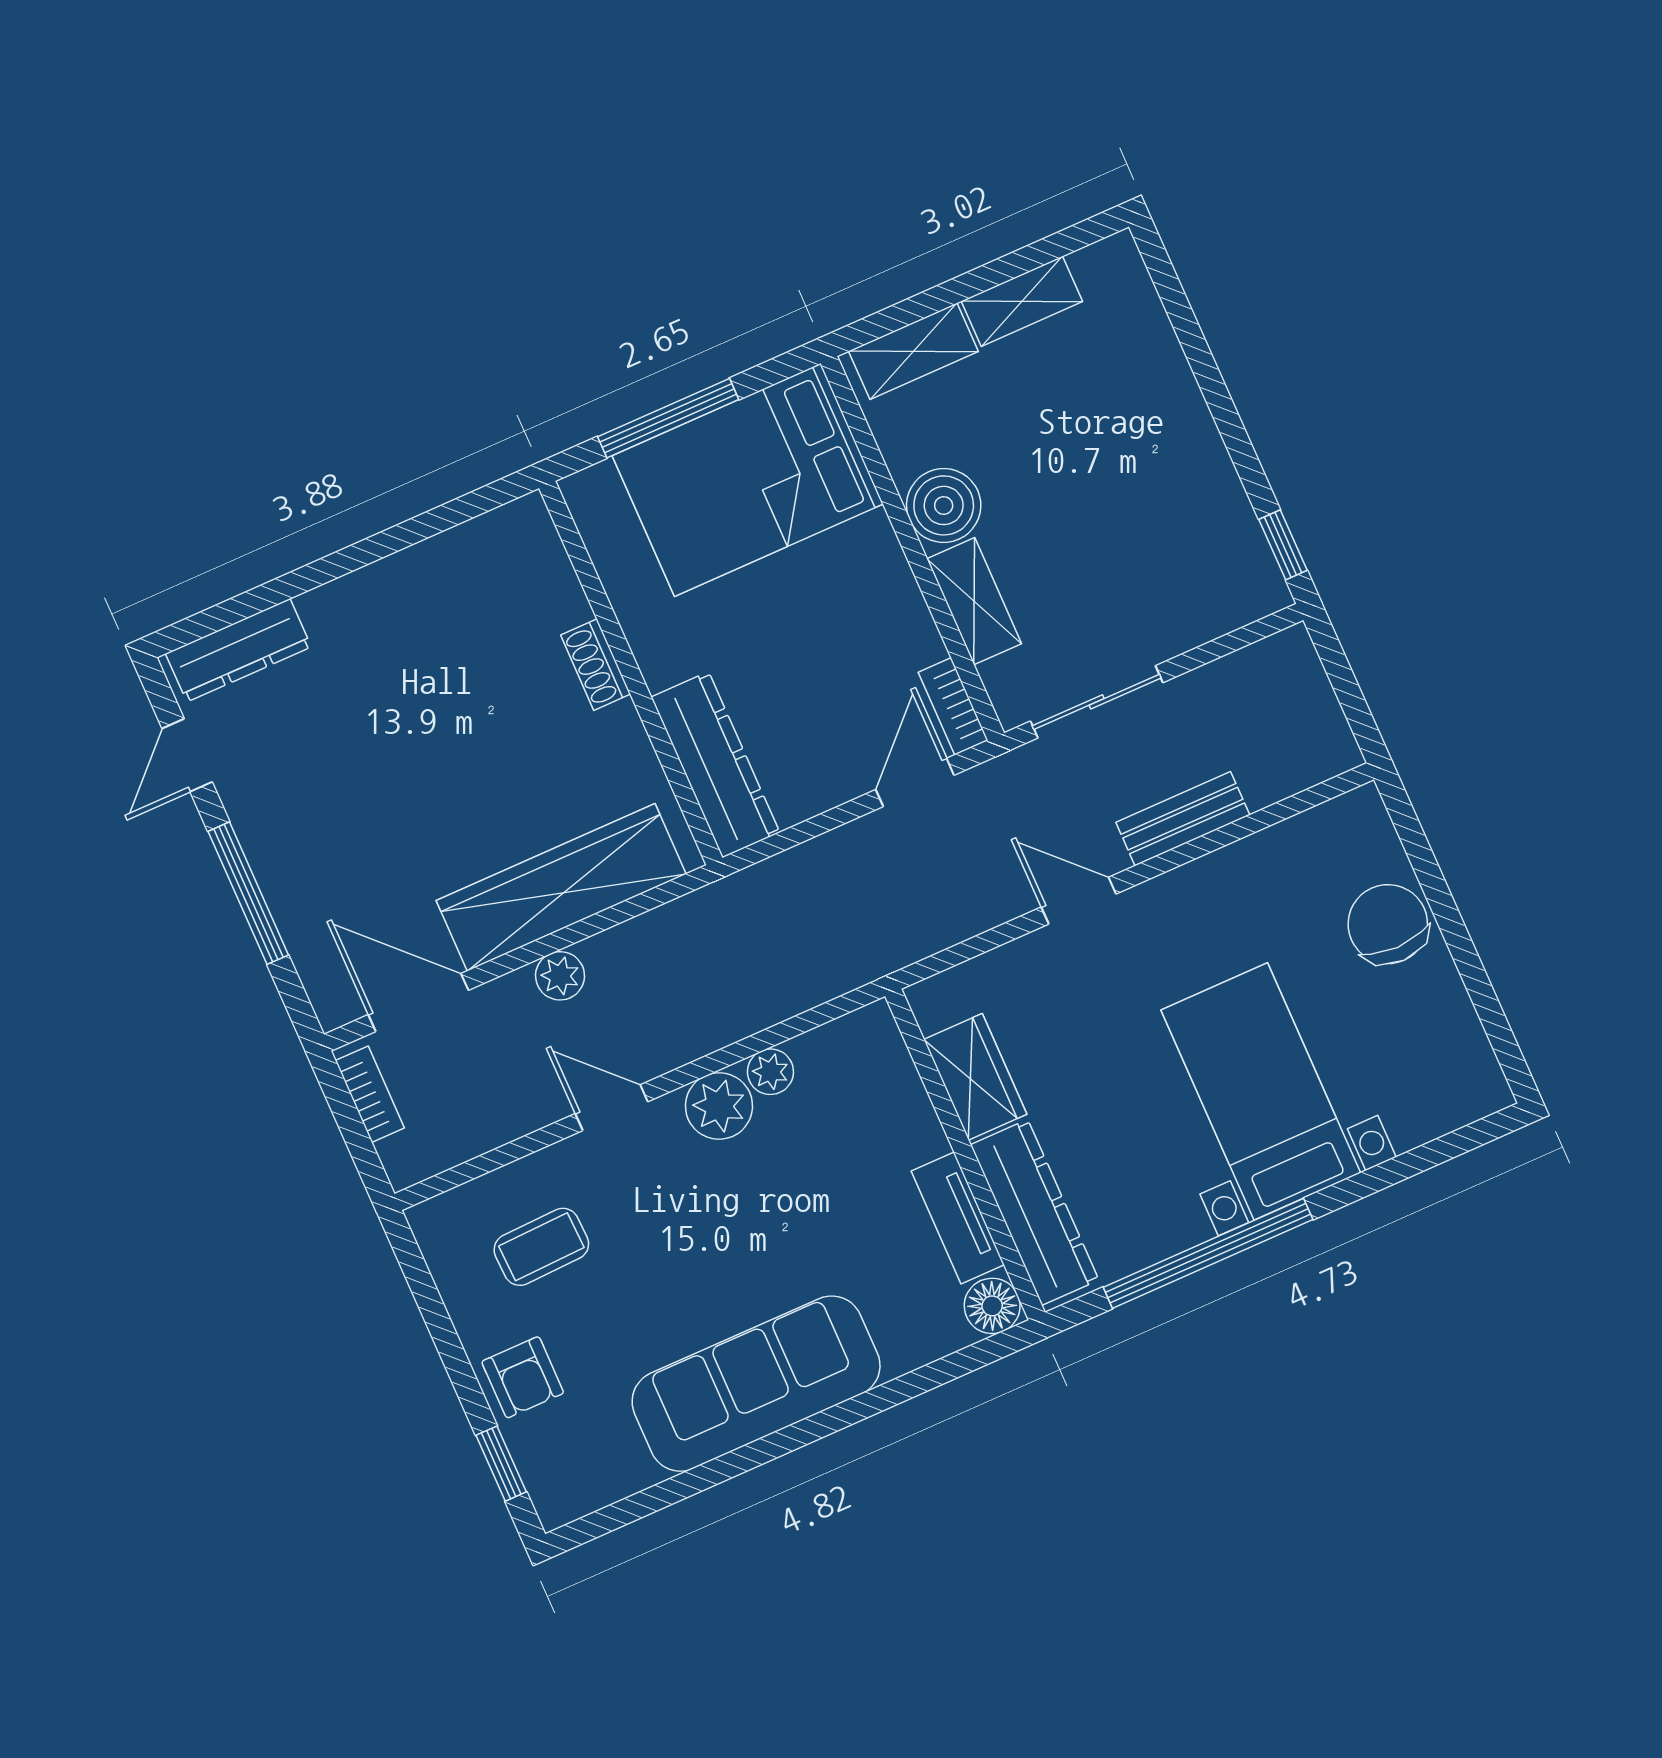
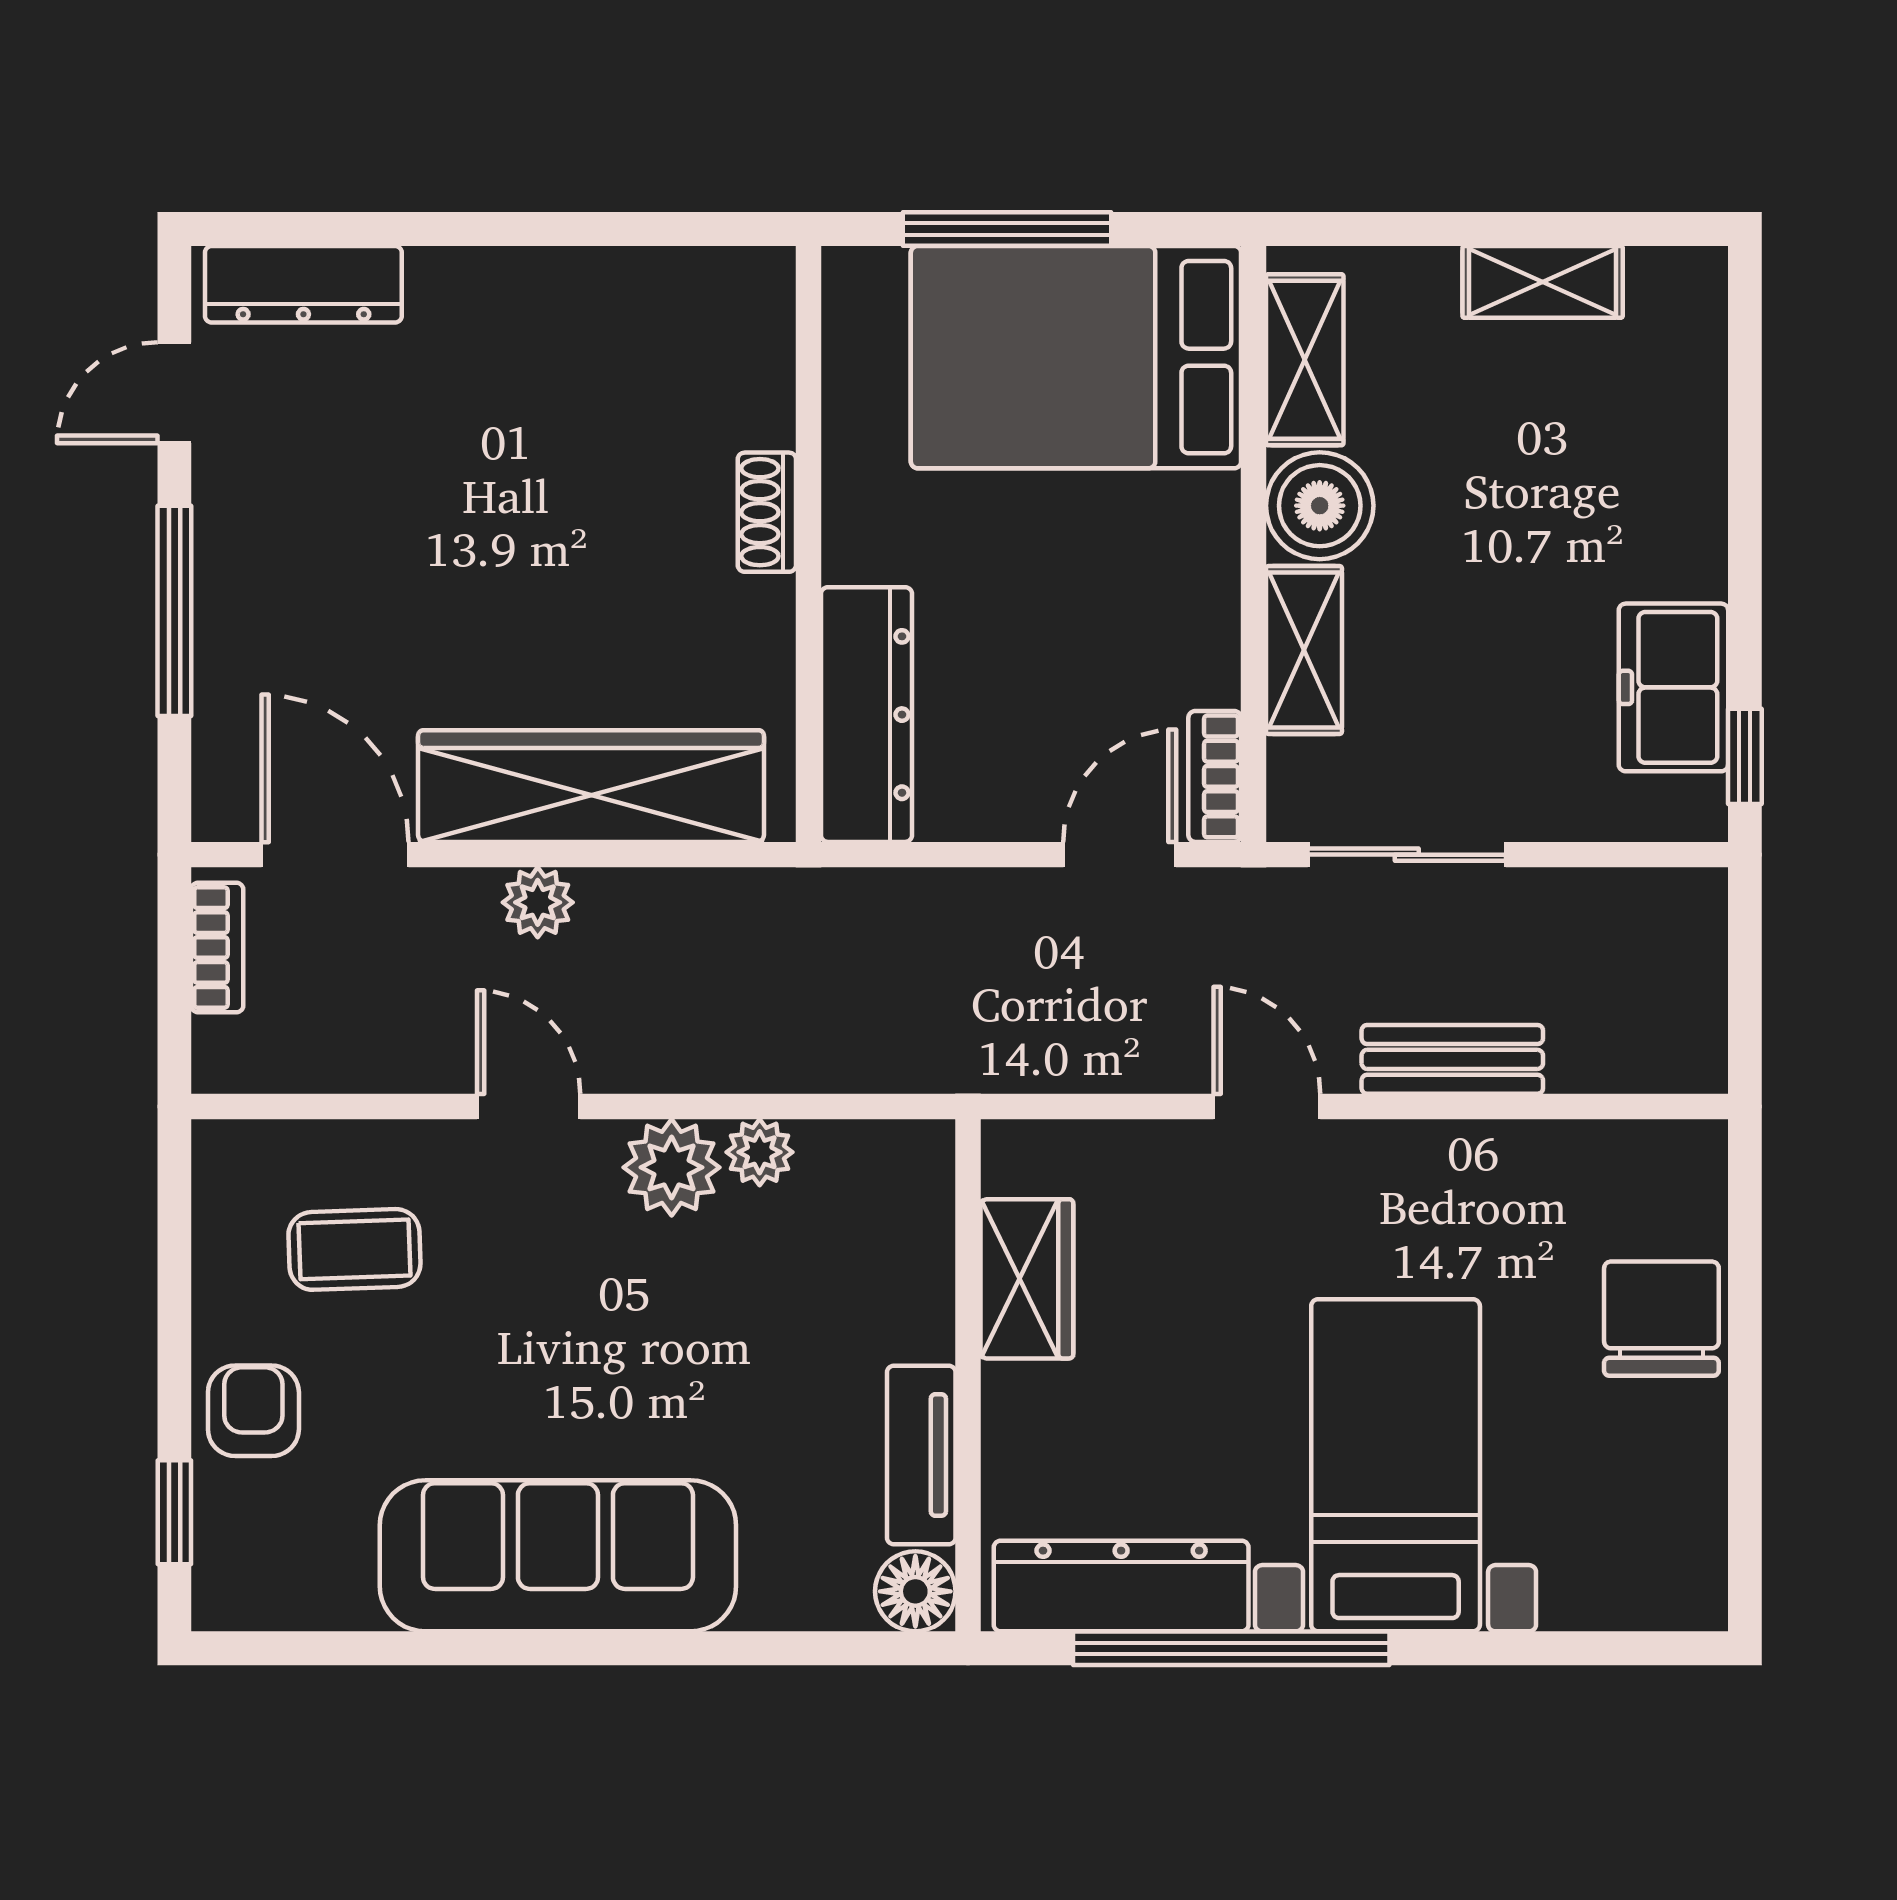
shelving: (913, 351) -> (1305, 360), moved, turned 90
freezer: (1218, 521) -> (1673, 687), added
dresser: (1035, 1212) -> (1121, 1586), moved, turned -90
armchair: (523, 1377) -> (253, 1411), turned 180

